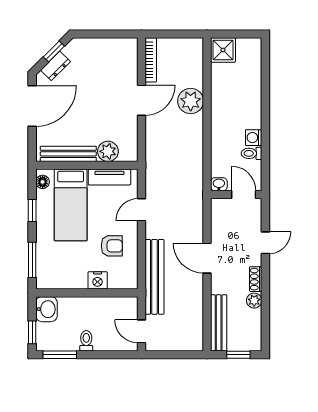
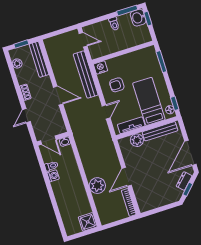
window: (32, 210) -> (175, 103), moved
nightstand: (98, 280) -> (101, 67), moved
plant: (254, 301) -> (17, 63), moved
washbasin: (46, 309) -> (138, 18), moved

